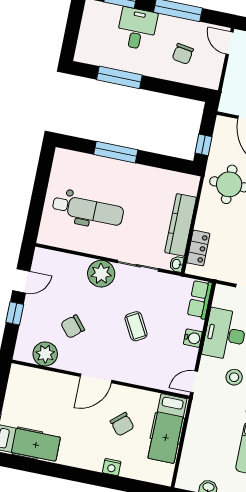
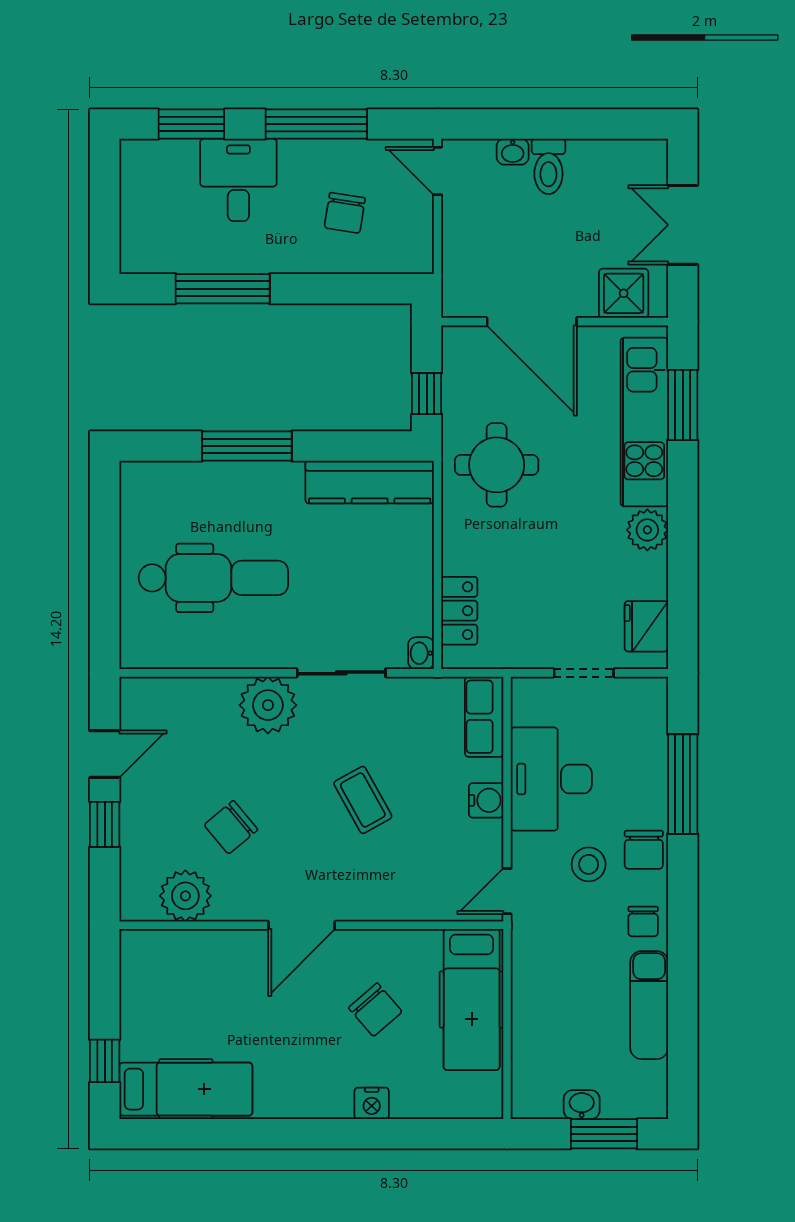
kitchen counter: (181, 225) -> (370, 482), moved, turned -90

